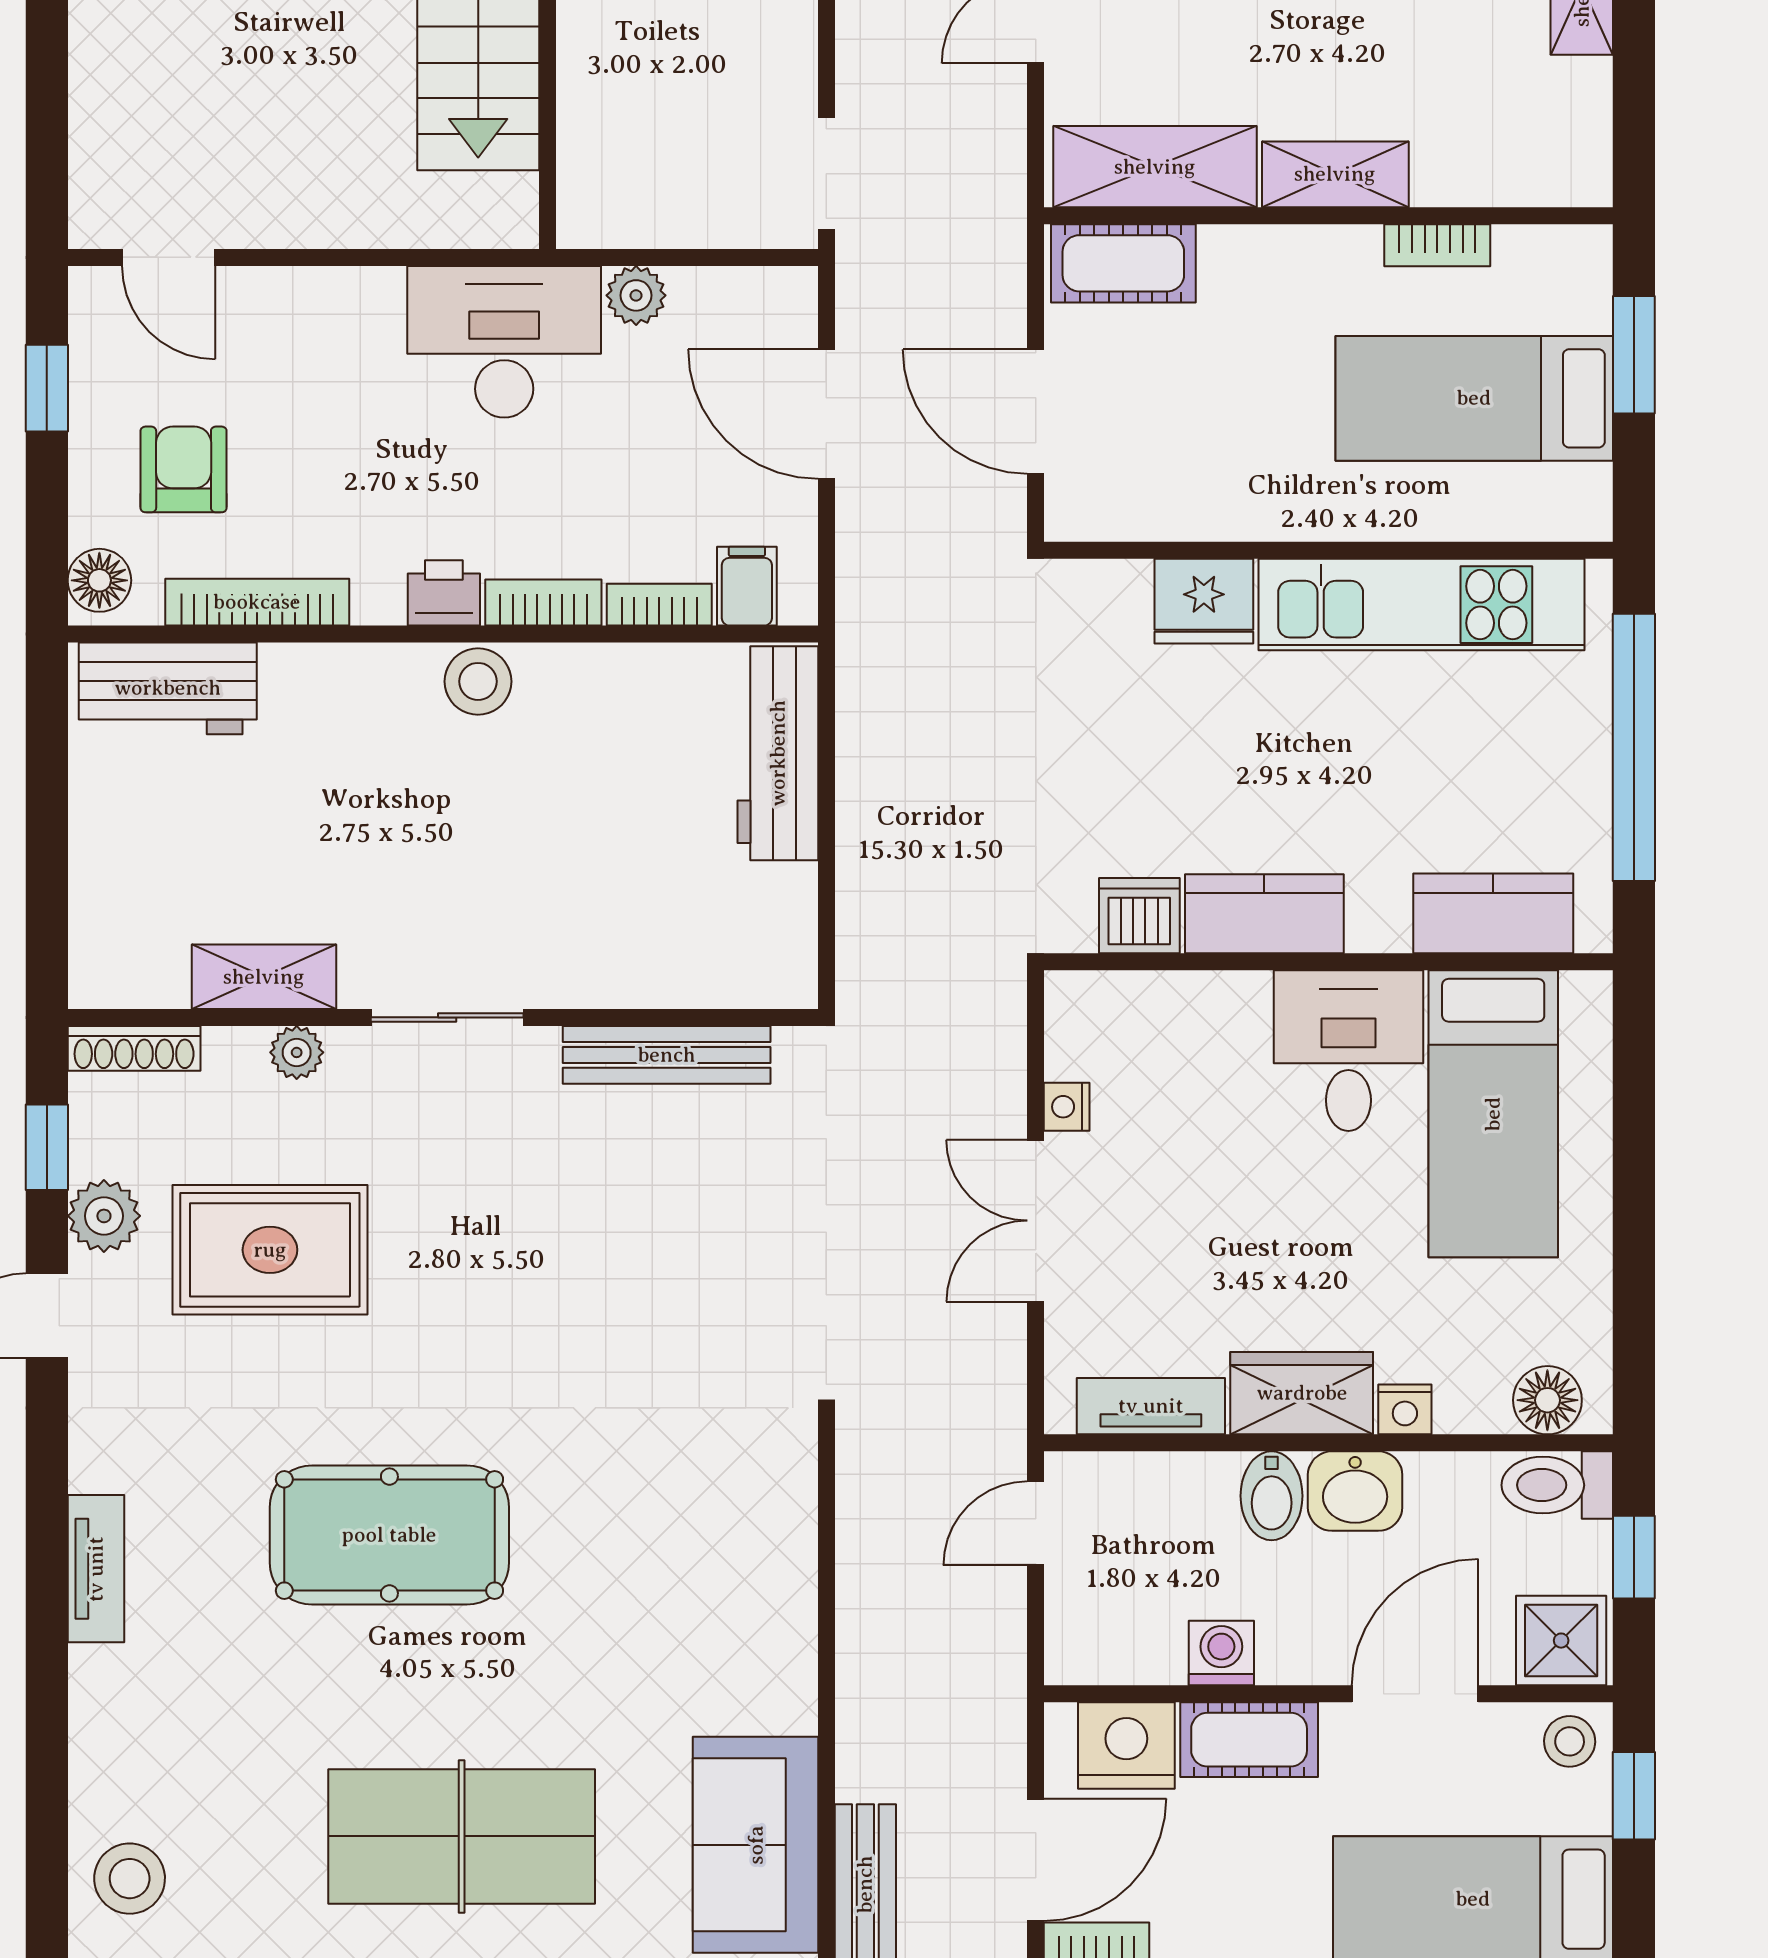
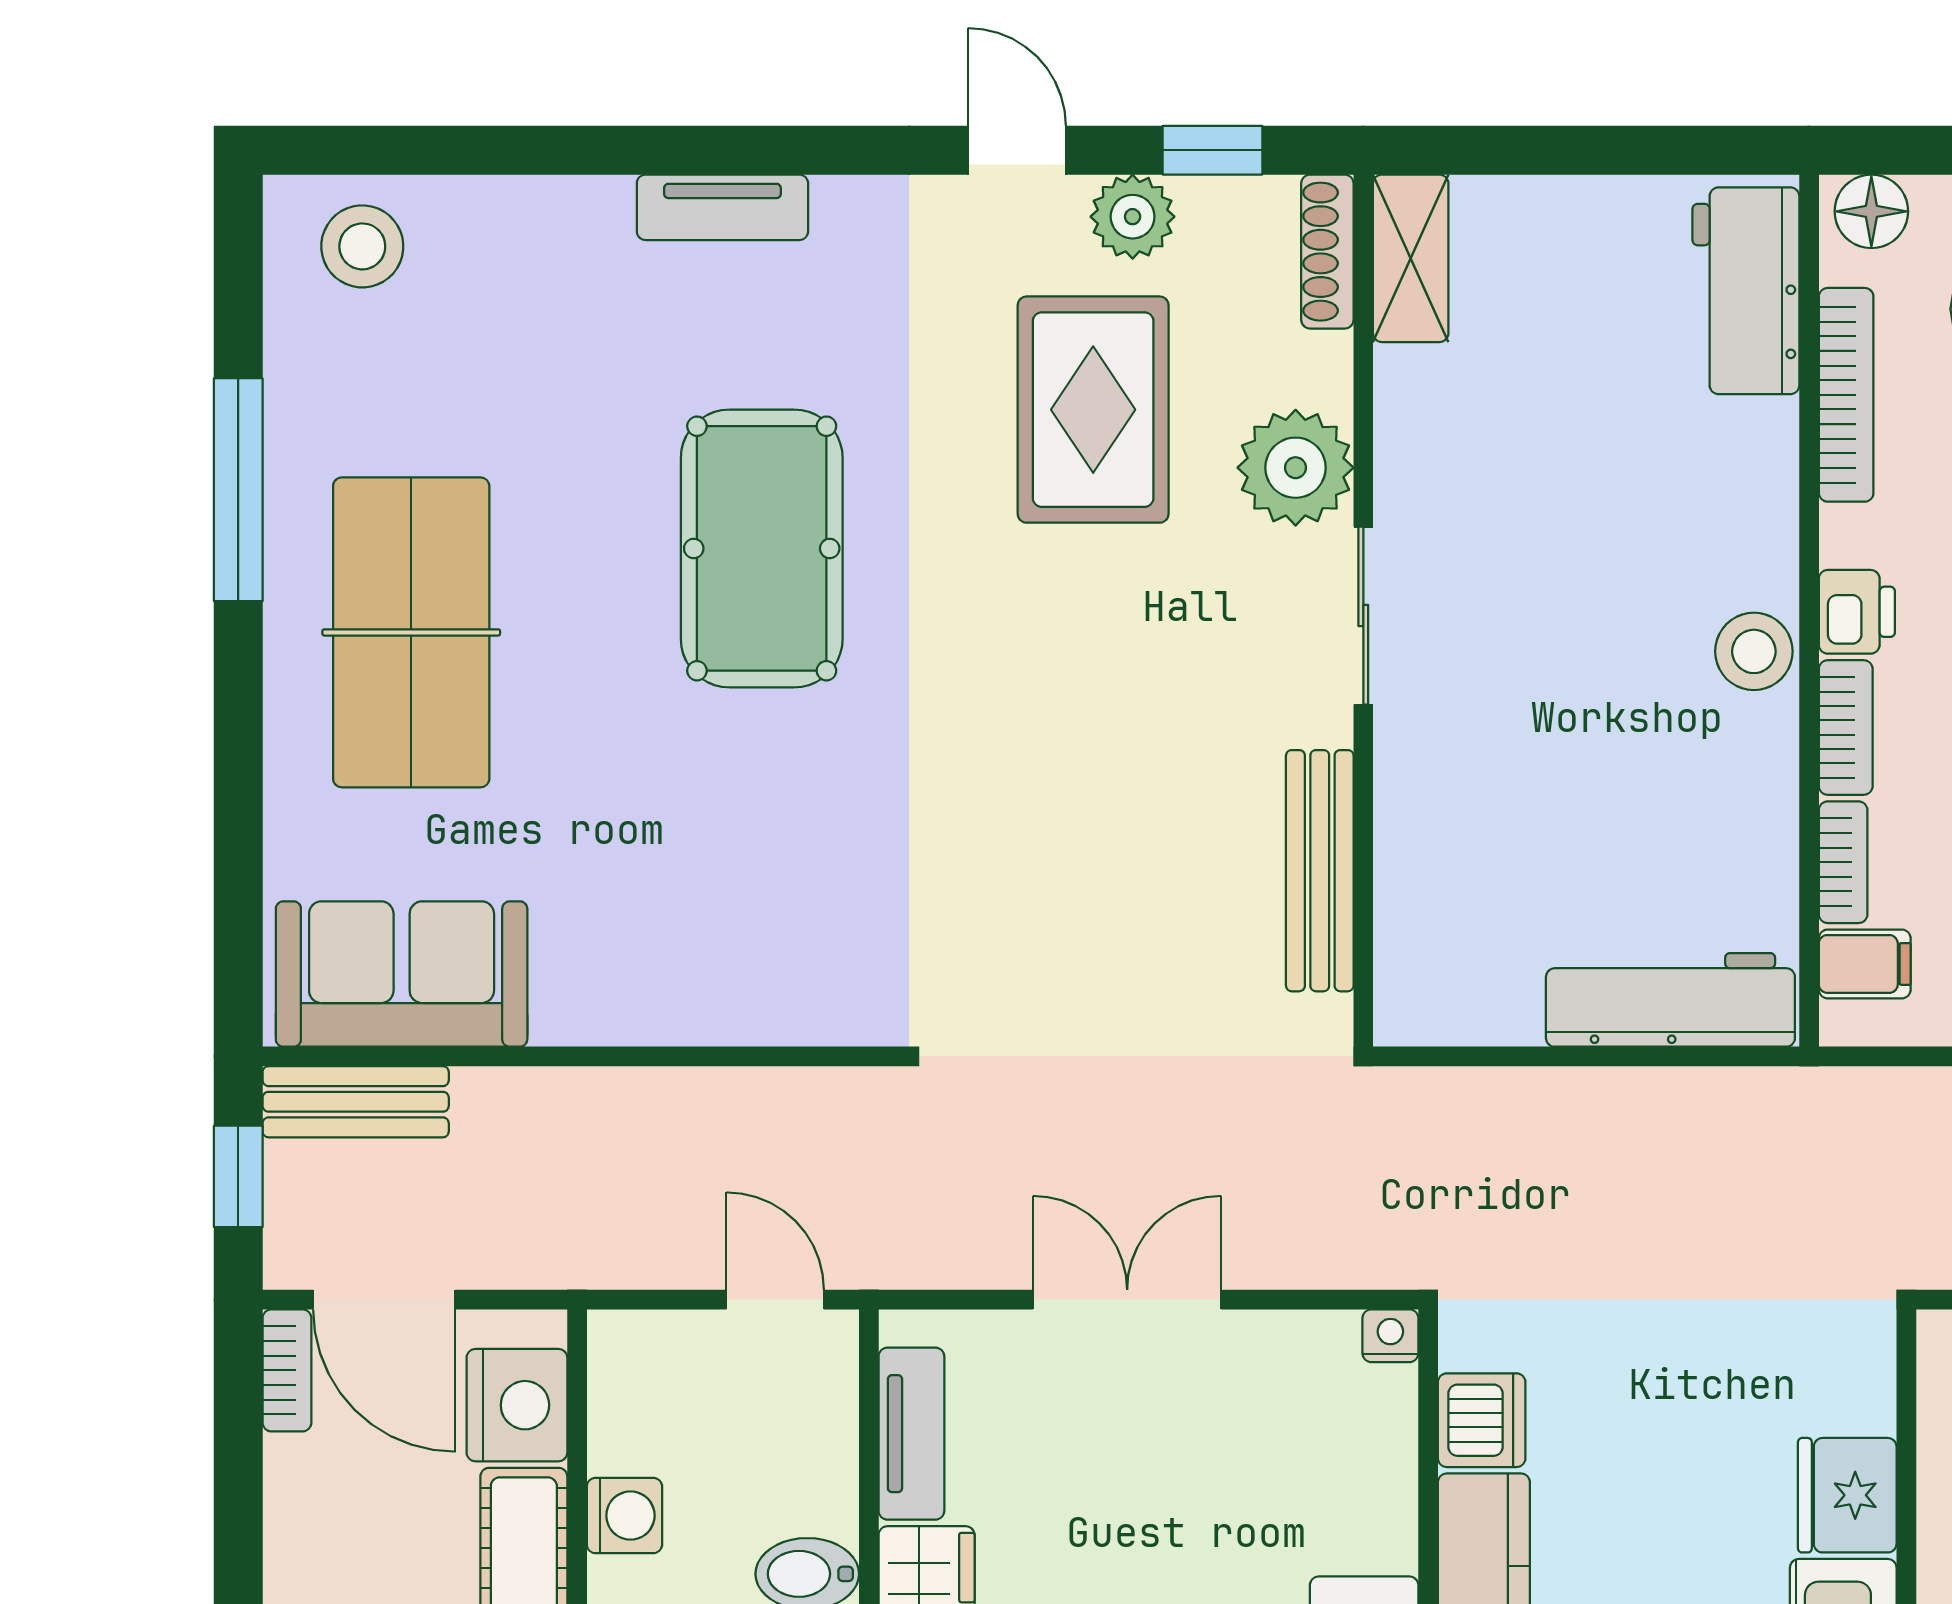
shelving: (264, 977) -> (1411, 258), moved
plant: (297, 1052) -> (1296, 468), width x1.88, depth x1.88
nightstand: (1067, 1107) -> (1390, 1336), moved

